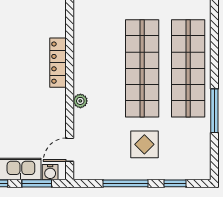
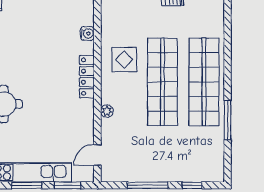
display table: (144, 144) -> (124, 60), moved
water cooler: (50, 172) -> (87, 33), moved, turned -90

